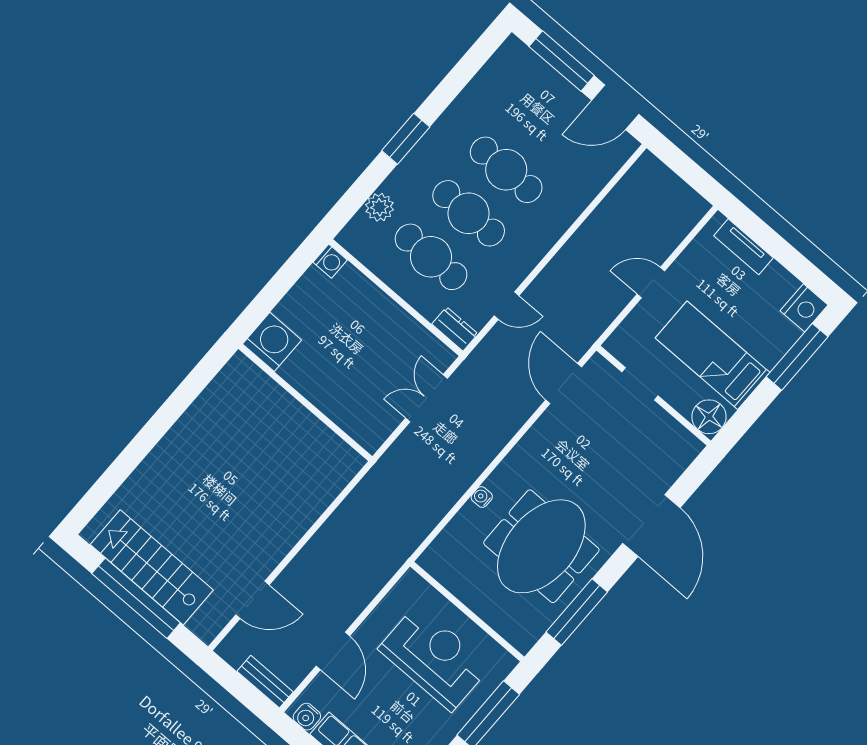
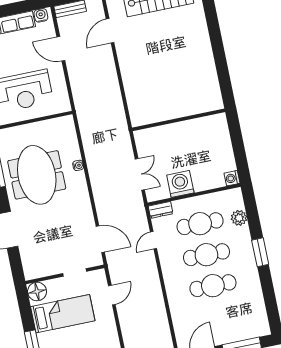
door: (651, 283) -> (112, 295), moved
washing machine: (272, 342) -> (180, 184), moved, turned 180

